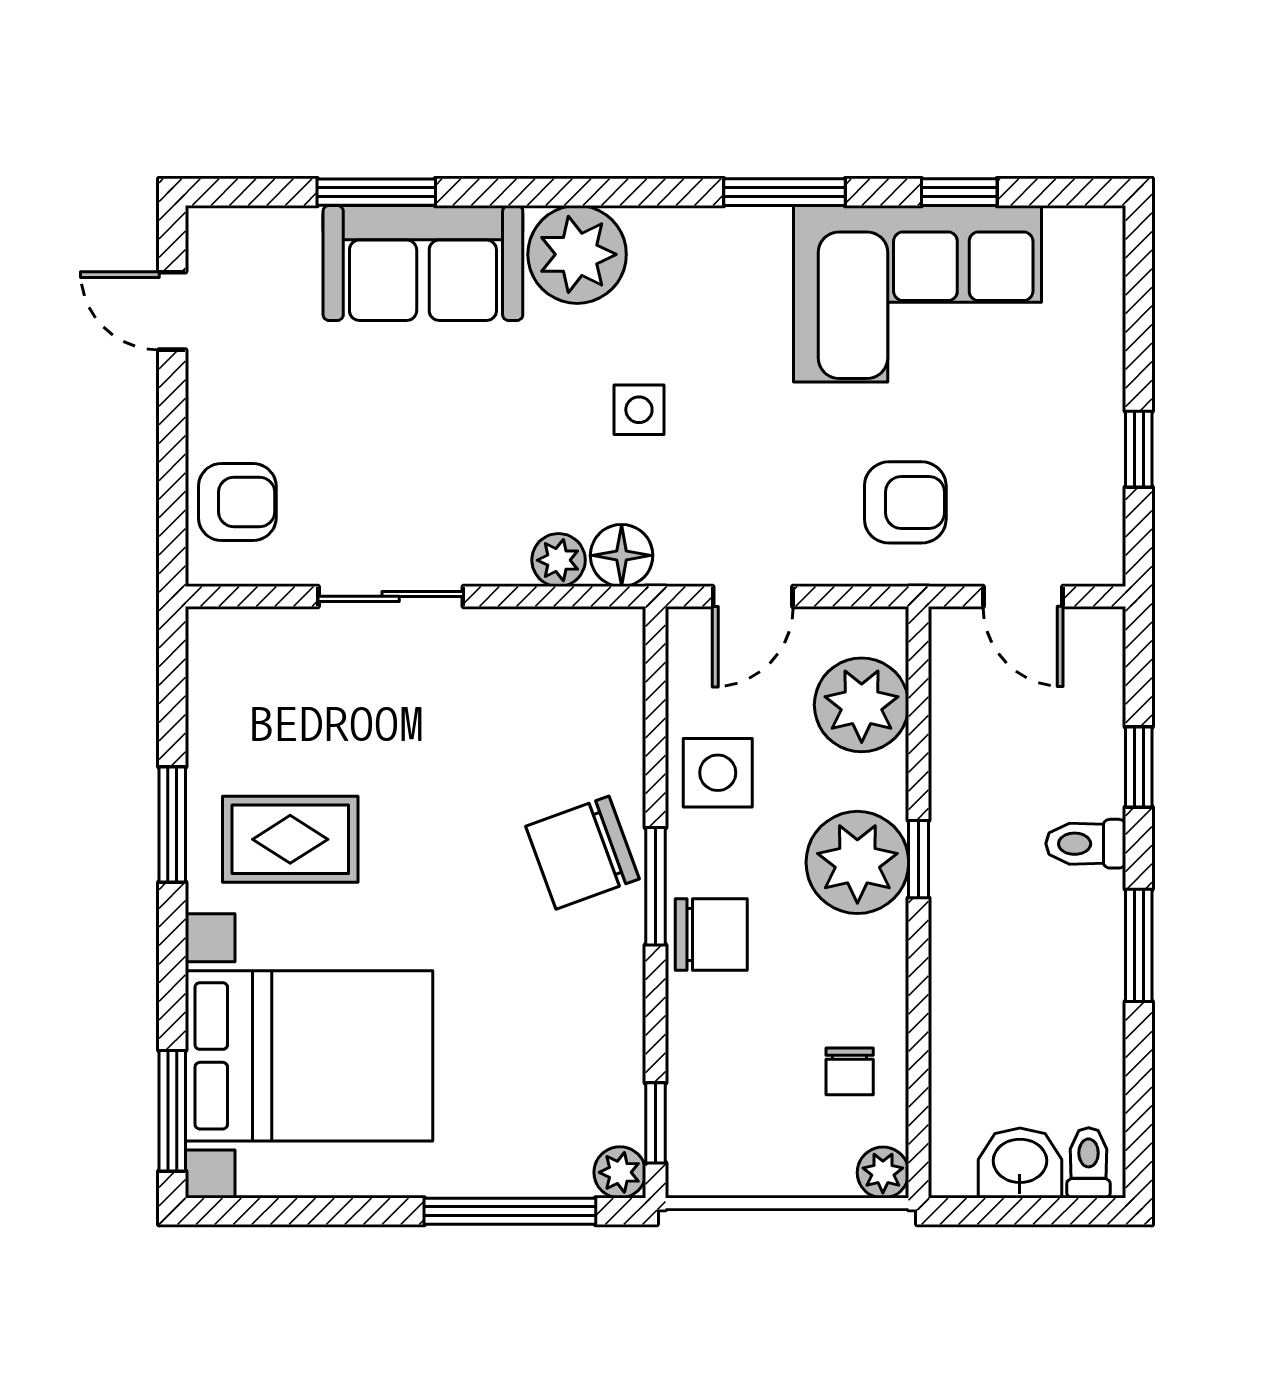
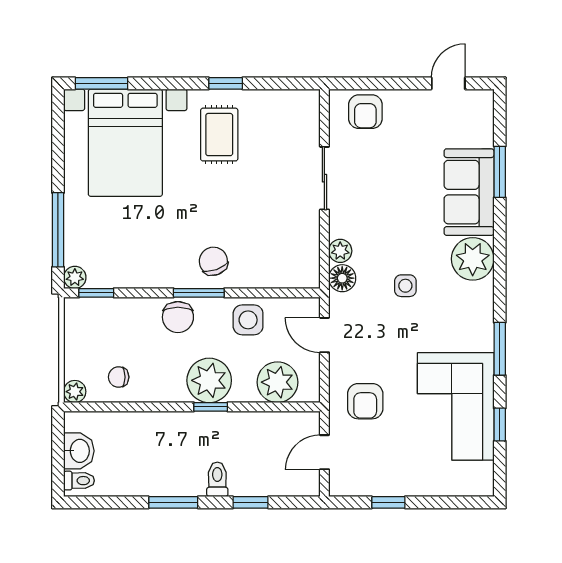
window: (172, 825) -> (226, 83), width x0.67
chair: (582, 853) -> (213, 261), width x0.73, depth x0.73

